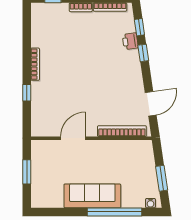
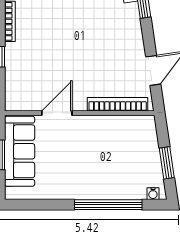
sofa: (92, 196) -> (20, 151), moved, turned 90

